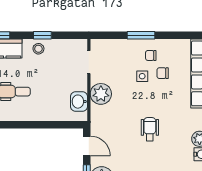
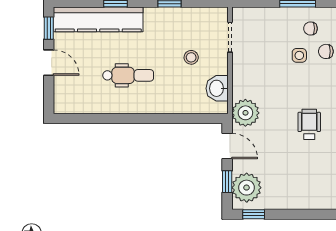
stool: (38, 49) -> (191, 57), moved
plant: (101, 94) -> (245, 113), moved

